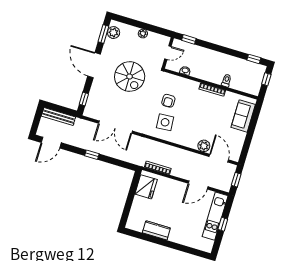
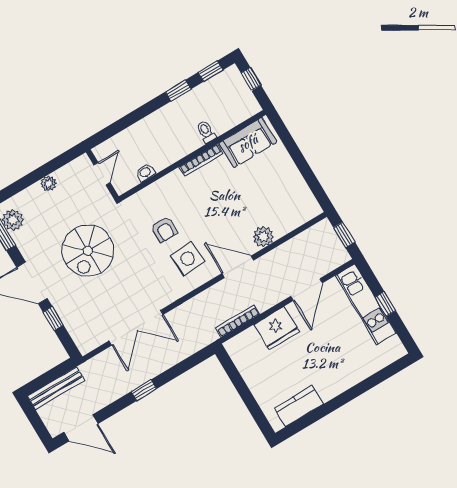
window: (189, 39) -> (178, 90), moved
spiral stairs: (130, 77) -> (88, 251), turned 90
window: (84, 99) -> (53, 318), moved
sofa: (243, 116) -> (248, 143), moved, turned -90
door: (51, 143) -> (81, 428), hinge flipped
door: (219, 158) -> (238, 267), moved
fridge: (146, 187) -> (277, 328), moved, turned 90
kitchen counter: (156, 230) -> (299, 406), moved

